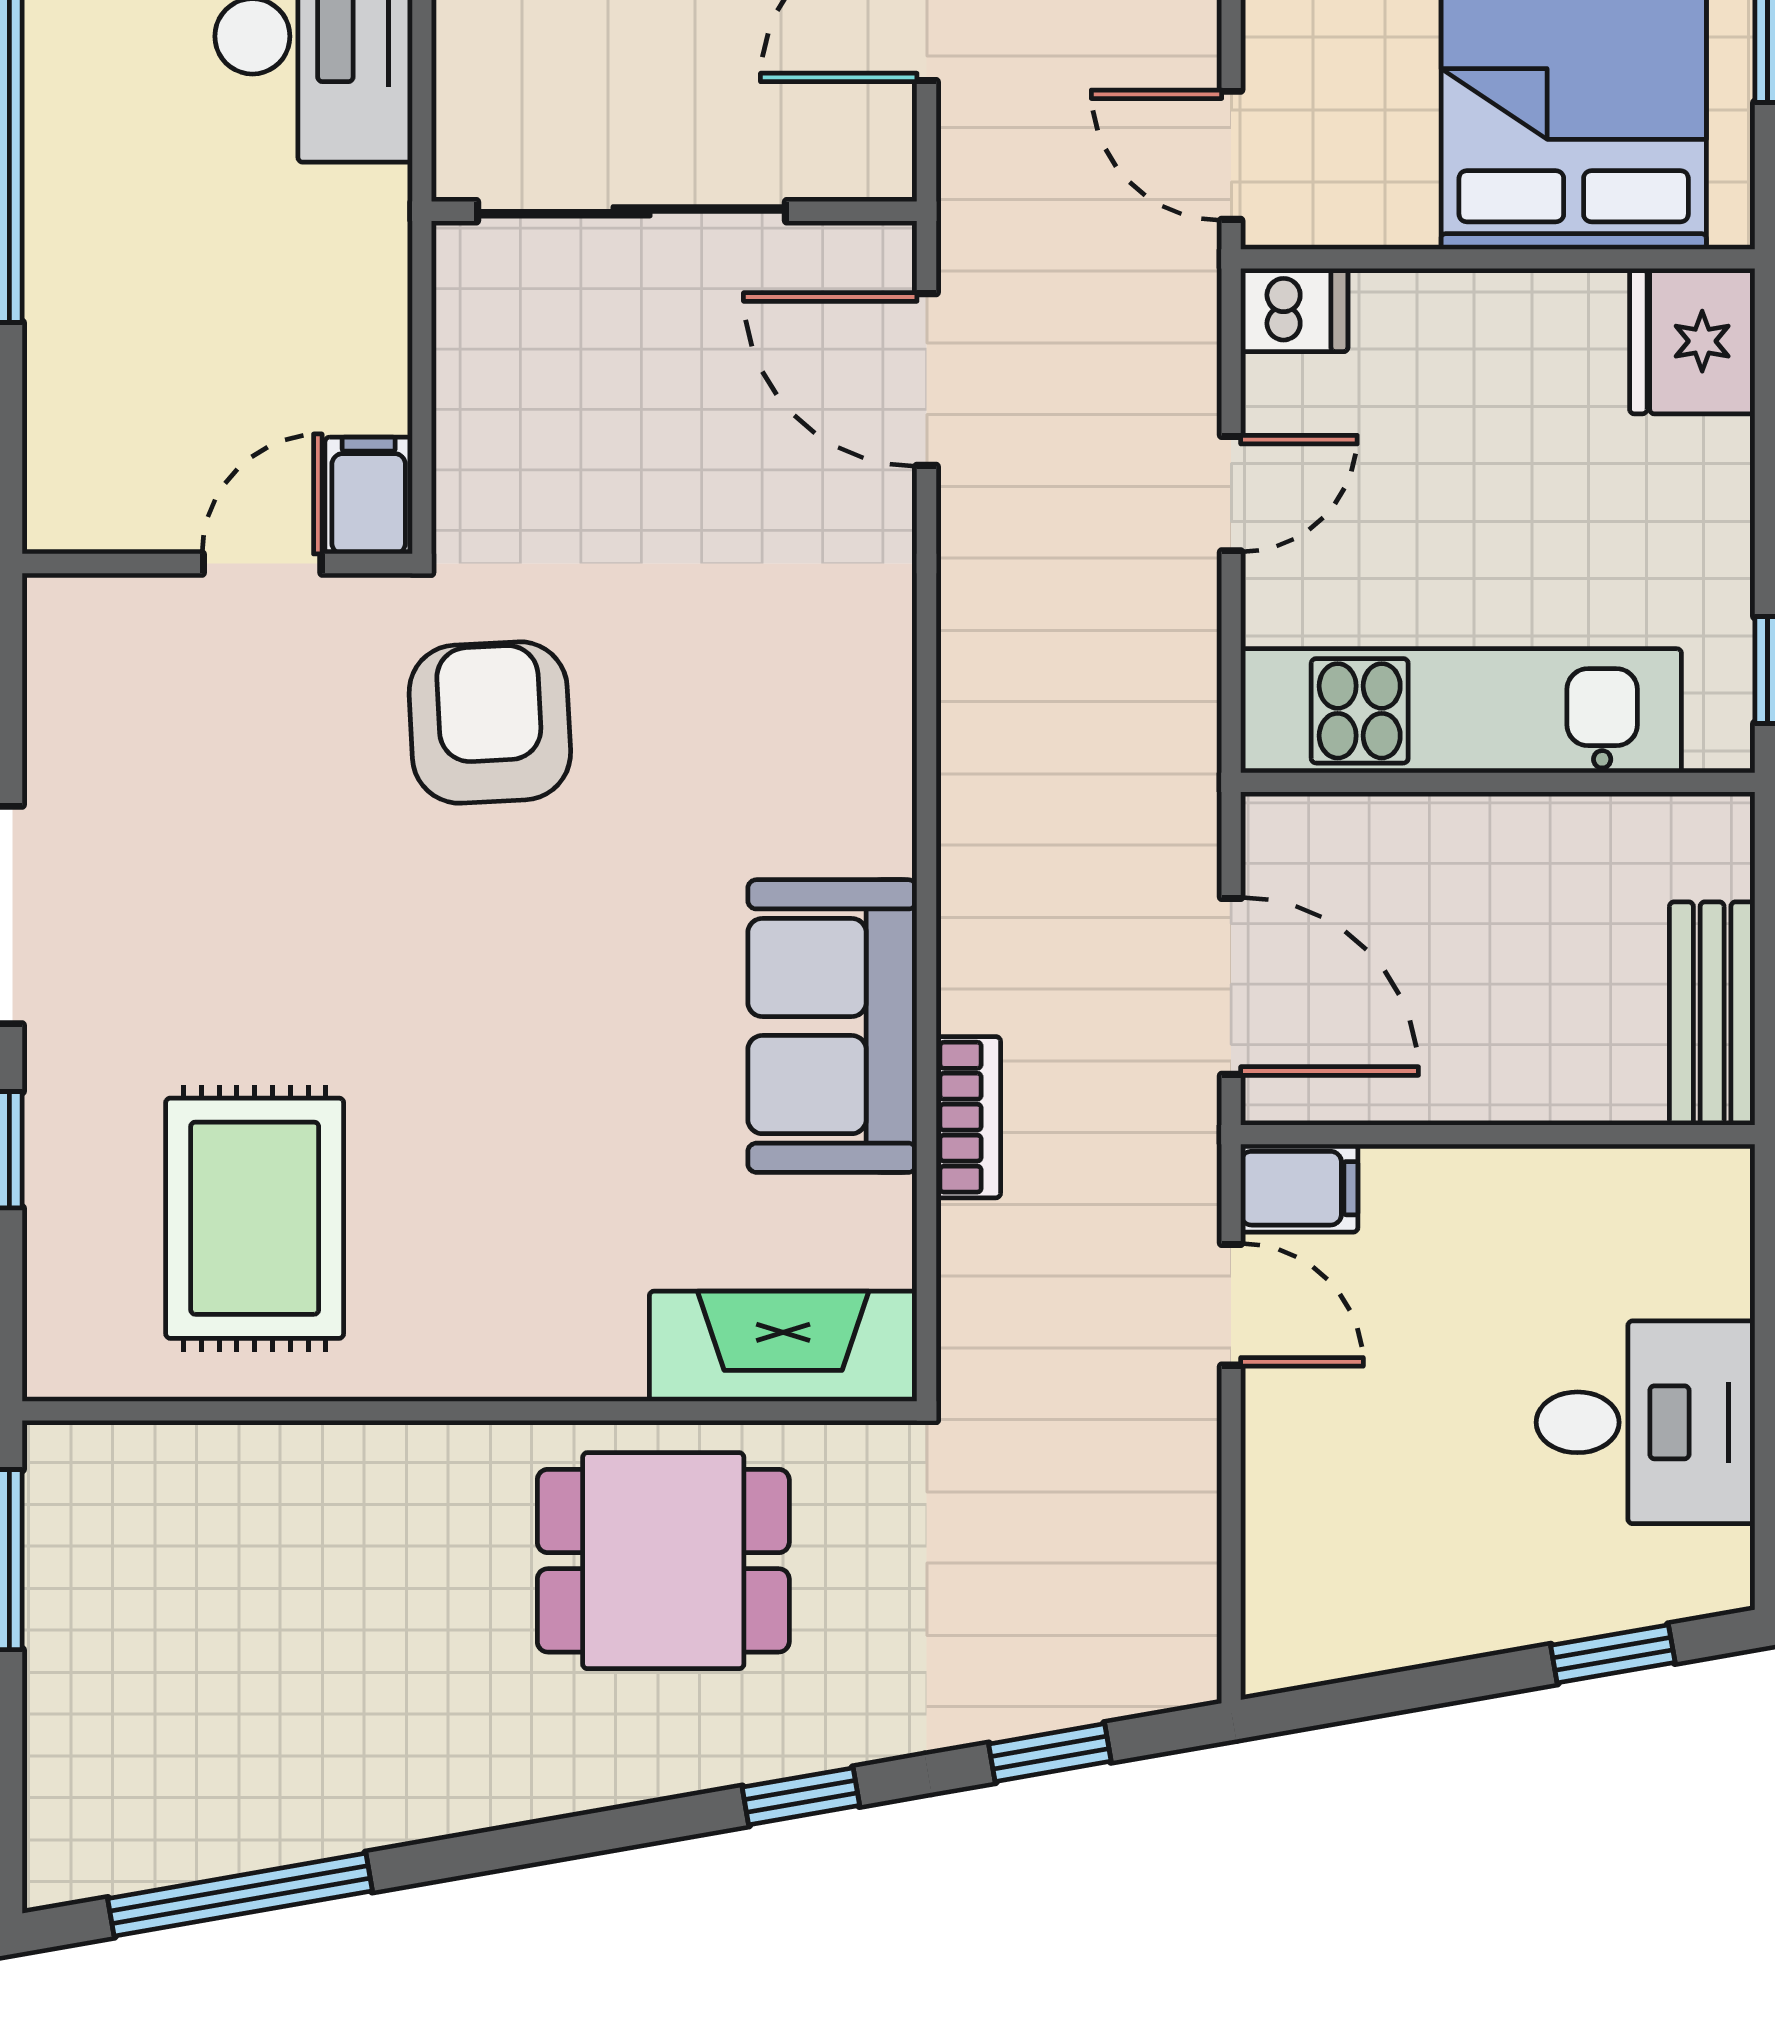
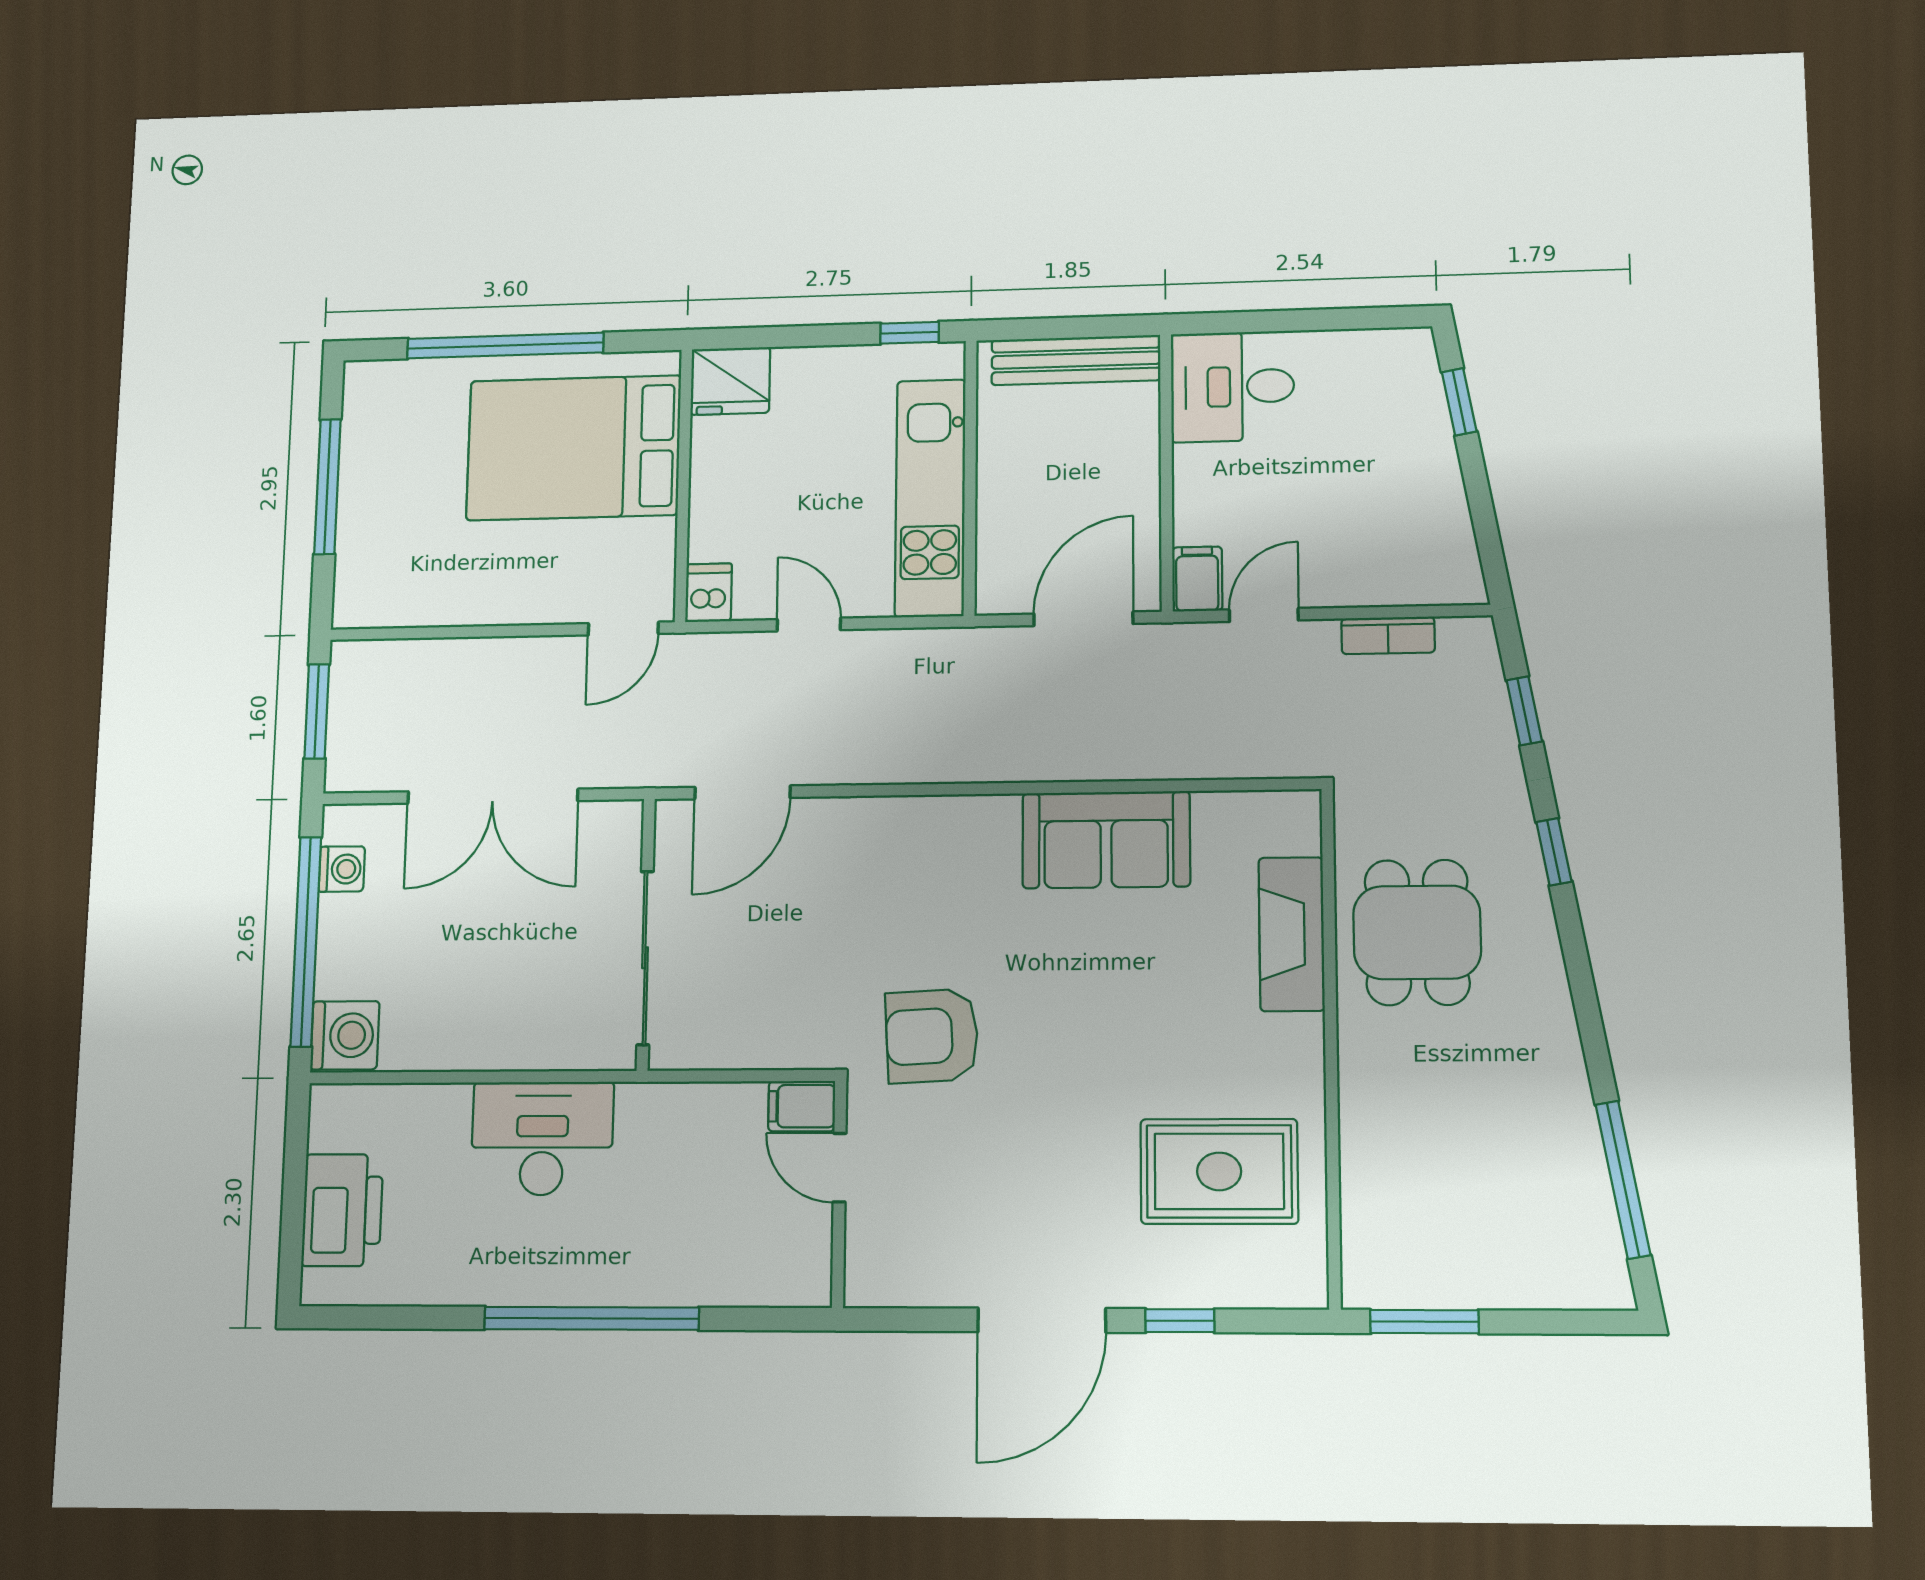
bench: (1712, 1013) -> (1076, 360), width x1.36
bookcase: (968, 1117) -> (1388, 635), moved, turned 180
fireplace: (783, 1346) -> (1292, 934), moved
desk: (1645, 1422) -> (1232, 387), moved, turned -90

